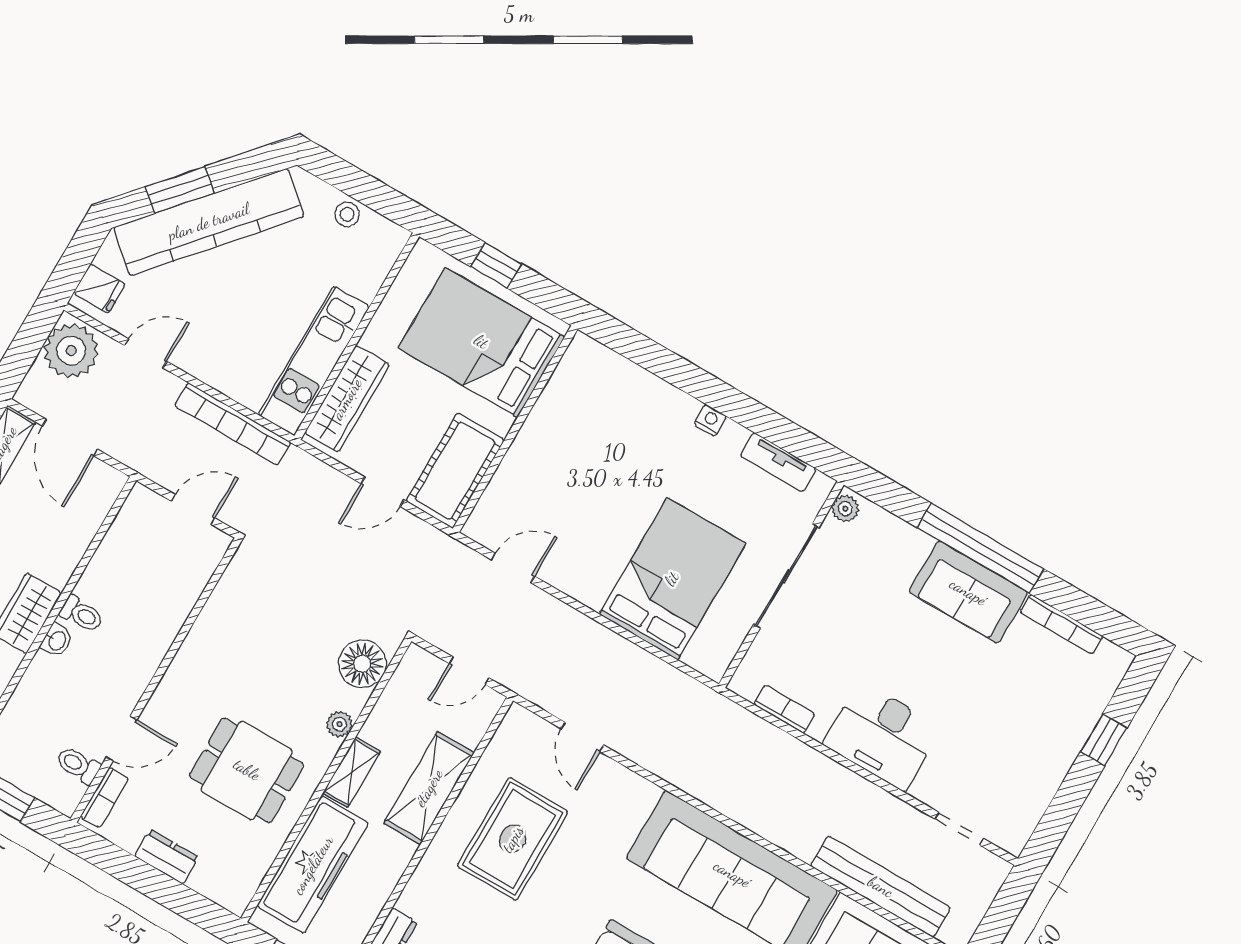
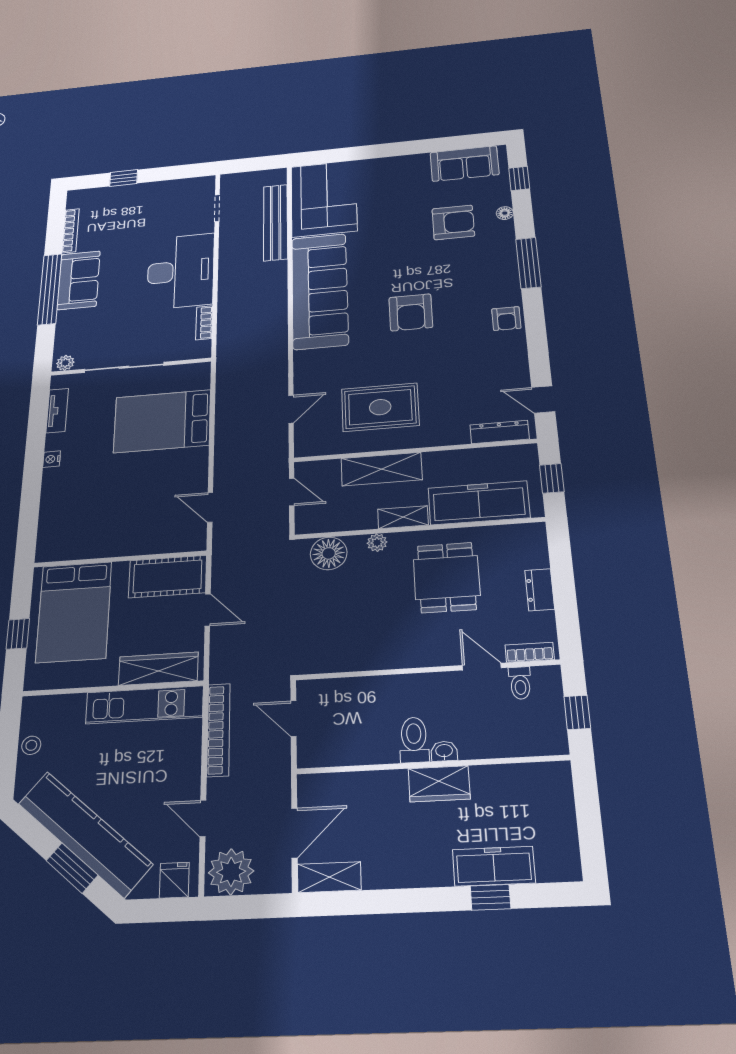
toilet: (82, 614) -> (414, 740), width x1.37, depth x1.39
desk: (882, 736) -> (181, 271), width x1.36, depth x1.30

